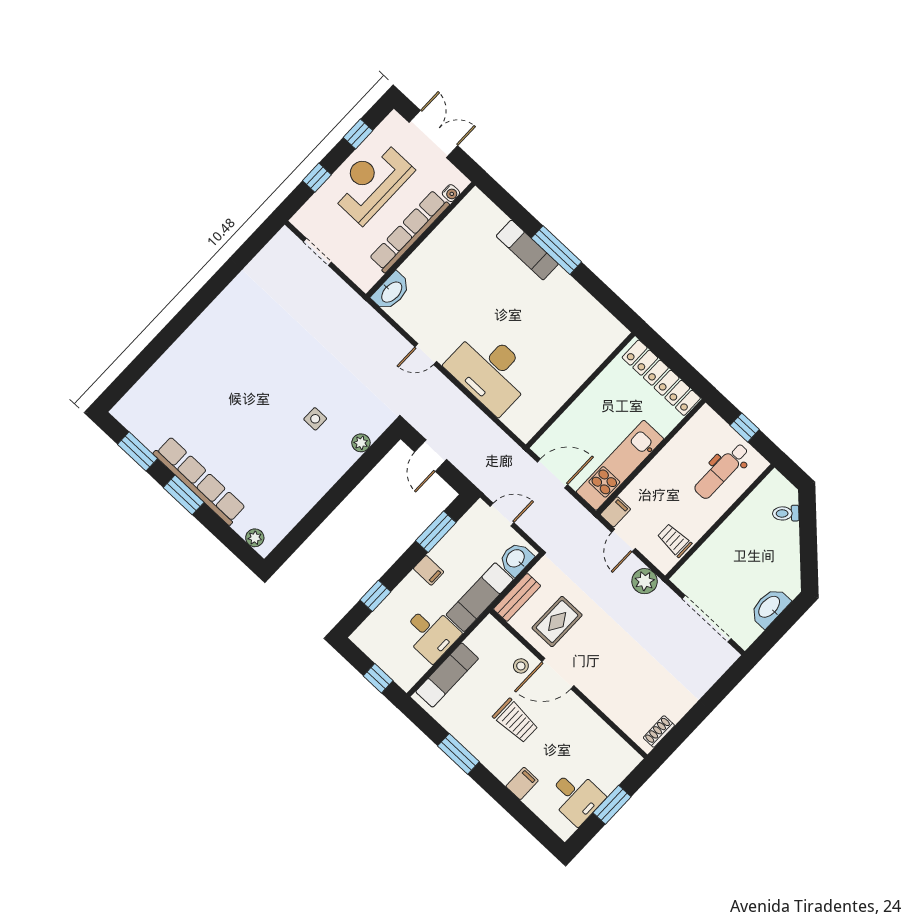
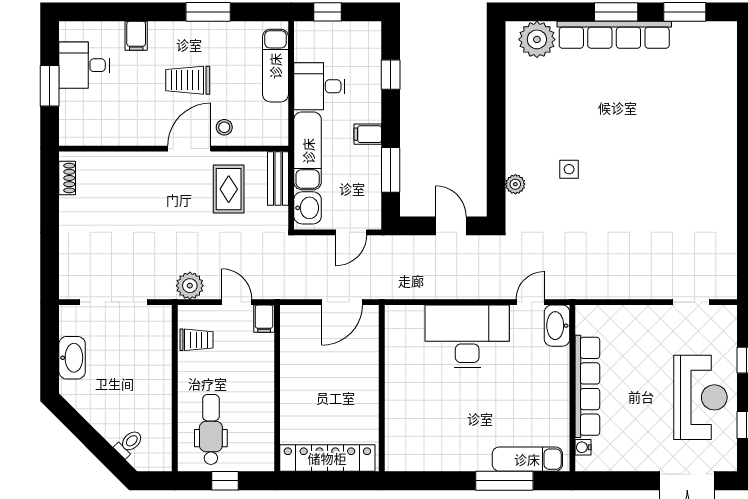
water cooler: (451, 193) -> (583, 447), moved
row of seats: (409, 231) -> (587, 386), moved
wall: (421, 240) -> (572, 388), moved
washbasin: (391, 292) -> (557, 326), moved
kitchen unit: (620, 465) -> (295, 358), removed
plant: (255, 538) -> (537, 39), width x1.88, depth x1.88

